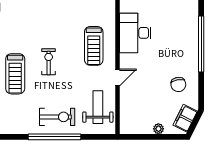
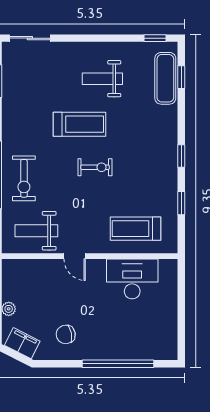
treadmill: (94, 46) -> (136, 229), moved
treadmill: (15, 74) -> (79, 124), turned 180
weight bench: (98, 107) -> (36, 231), turned 180

